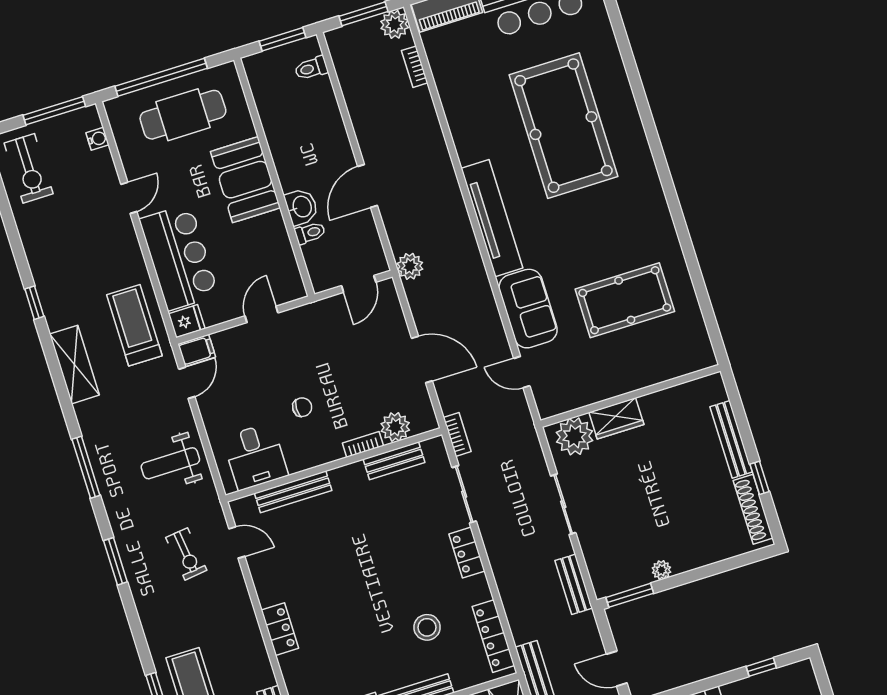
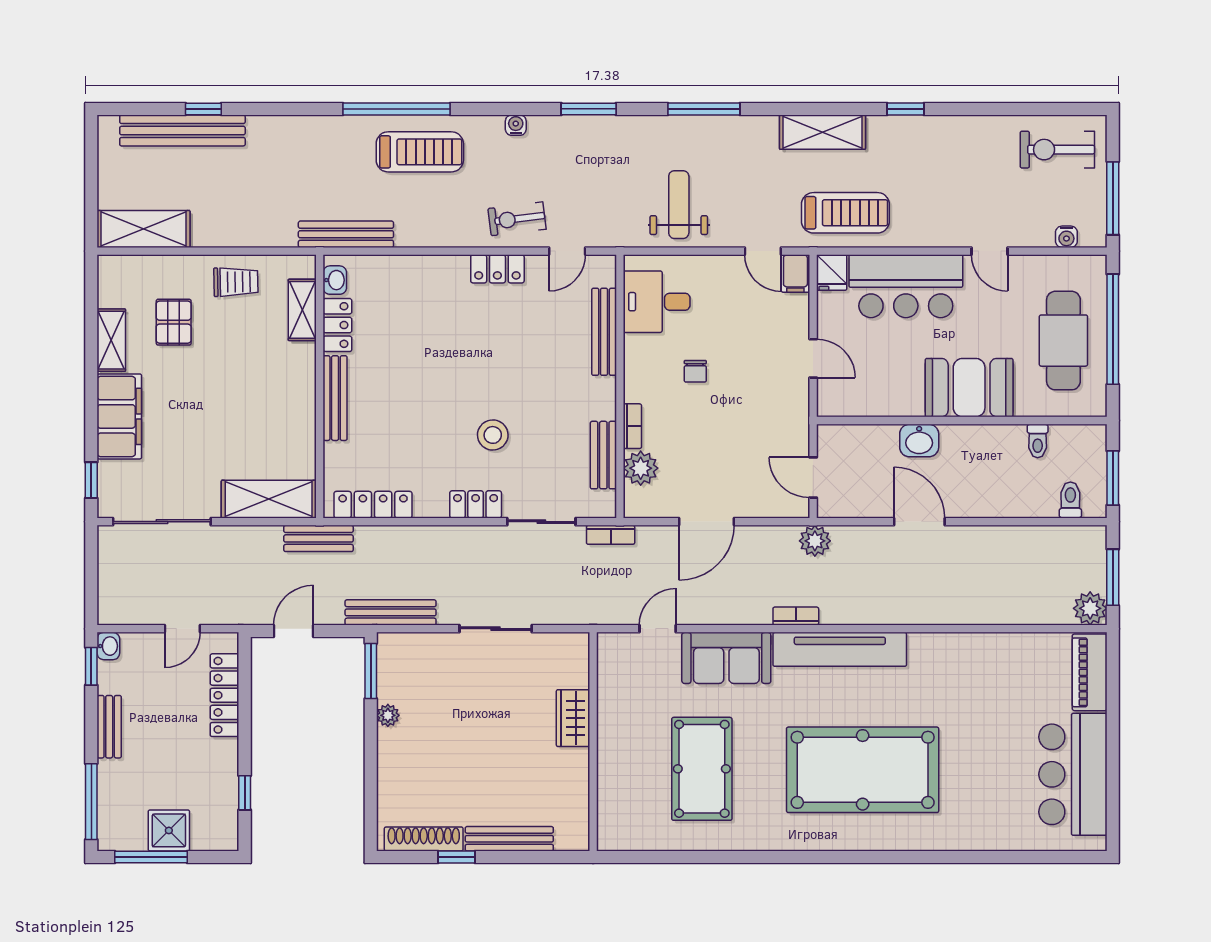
bookcase: (415, 67) -> (796, 616), moved
pool table: (563, 126) -> (863, 770), moved
toilet: (310, 233) -> (1038, 441), moved
plant: (574, 436) -> (567, 665), removed
exercise bike: (186, 554) -> (517, 219), moved
bench: (574, 584) -> (391, 612), width x1.36
water cooler: (147, 617) -> (516, 125), added
stool: (427, 627) -> (493, 435), moved
locker: (280, 629) -> (497, 269), moved

